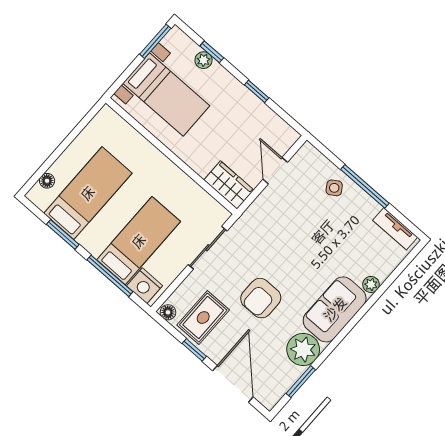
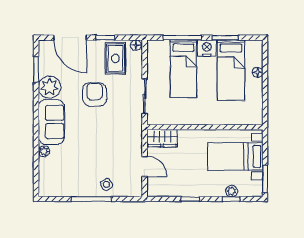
floor lamp: (47, 181) -> (258, 72), moved
tv unit: (395, 229) -> (57, 191), removed
nightstand: (145, 286) -> (207, 48), moved

